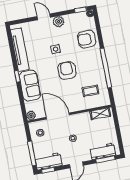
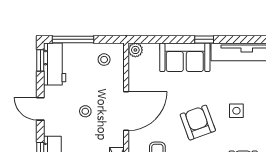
armchair: (67, 71) -> (198, 123), turned -110
door: (58, 116) -> (126, 111), moved

